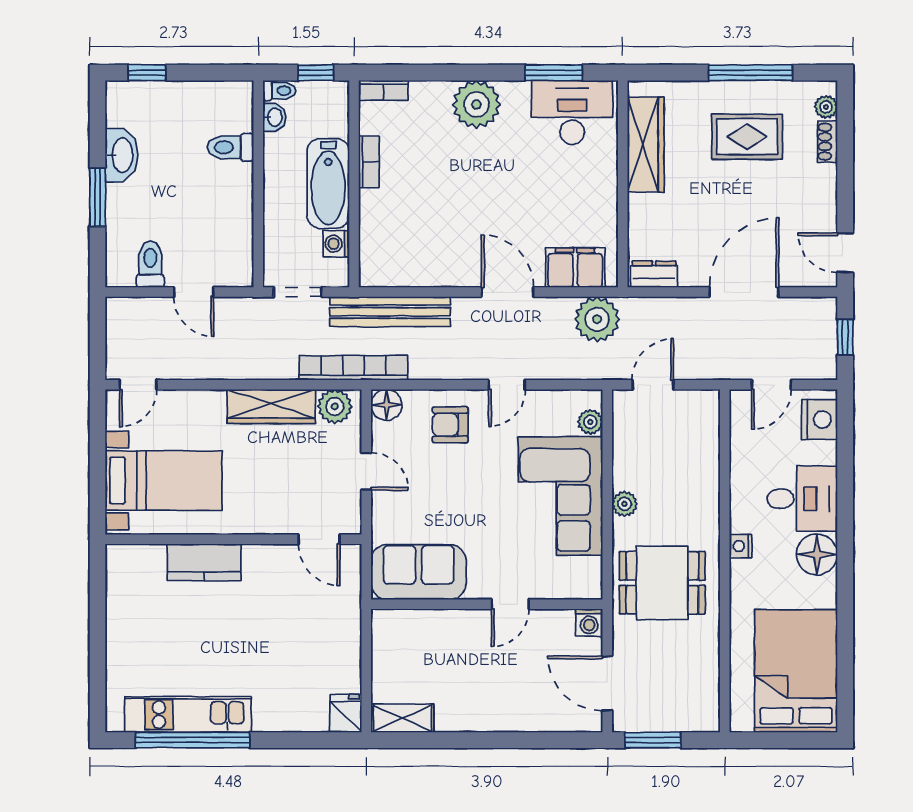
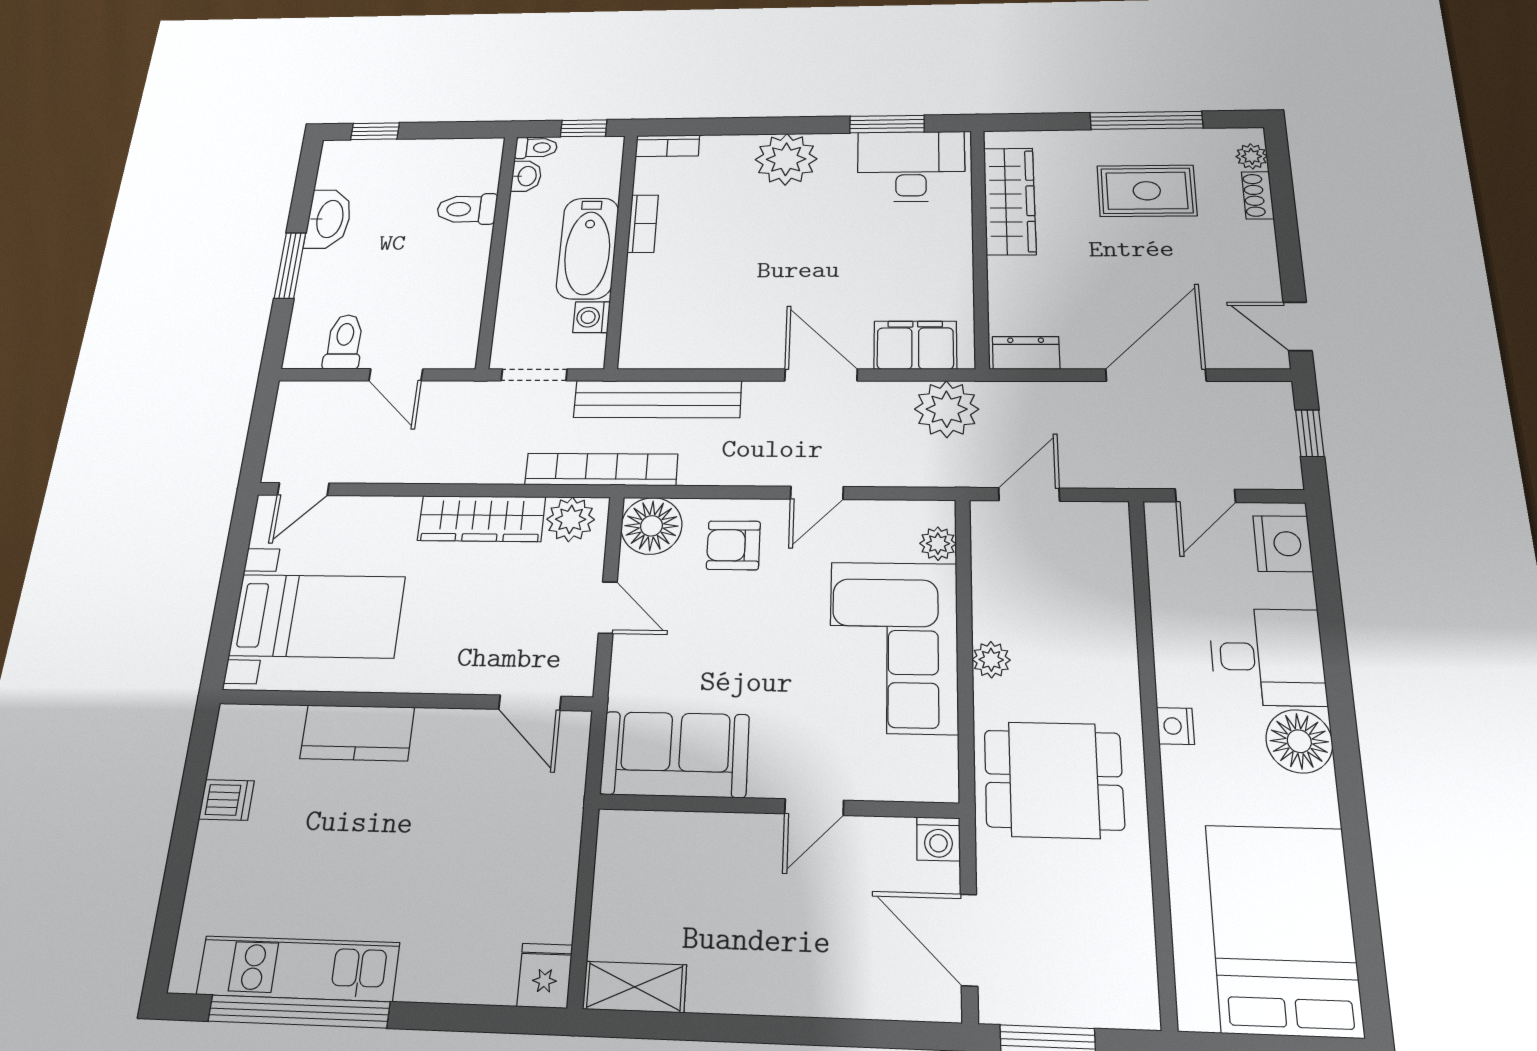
floor lamp: (386, 405) -> (651, 526), width x1.38, depth x1.38
dishwasher: (122, 609) -> (226, 800), added

